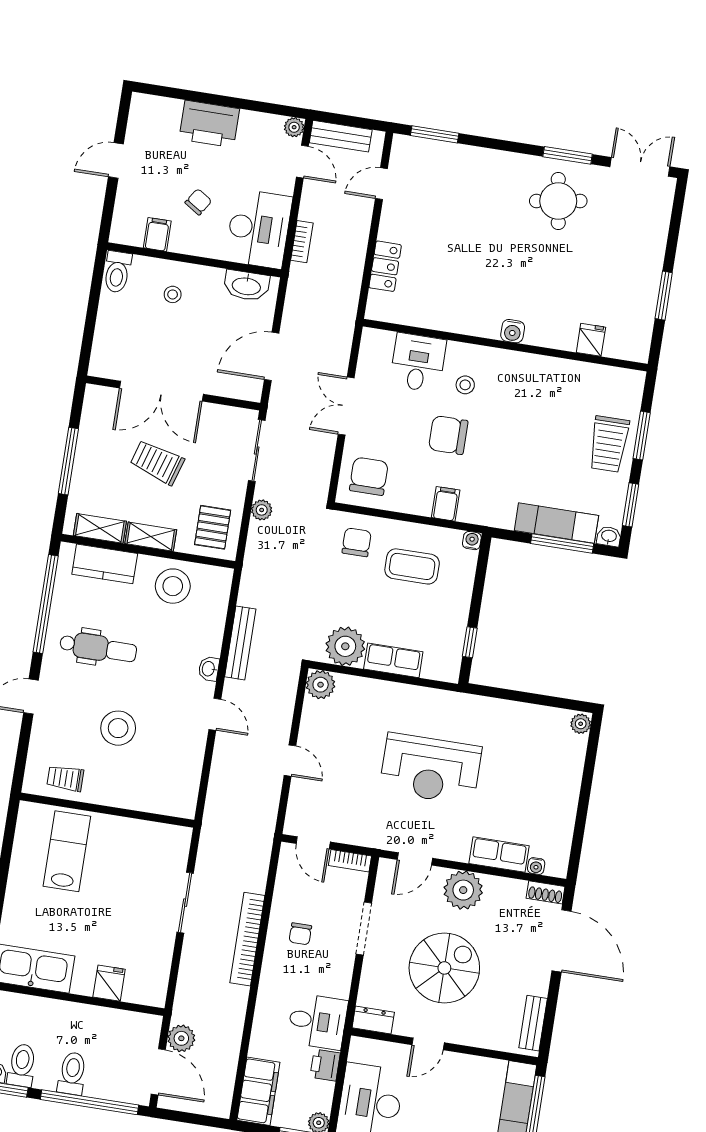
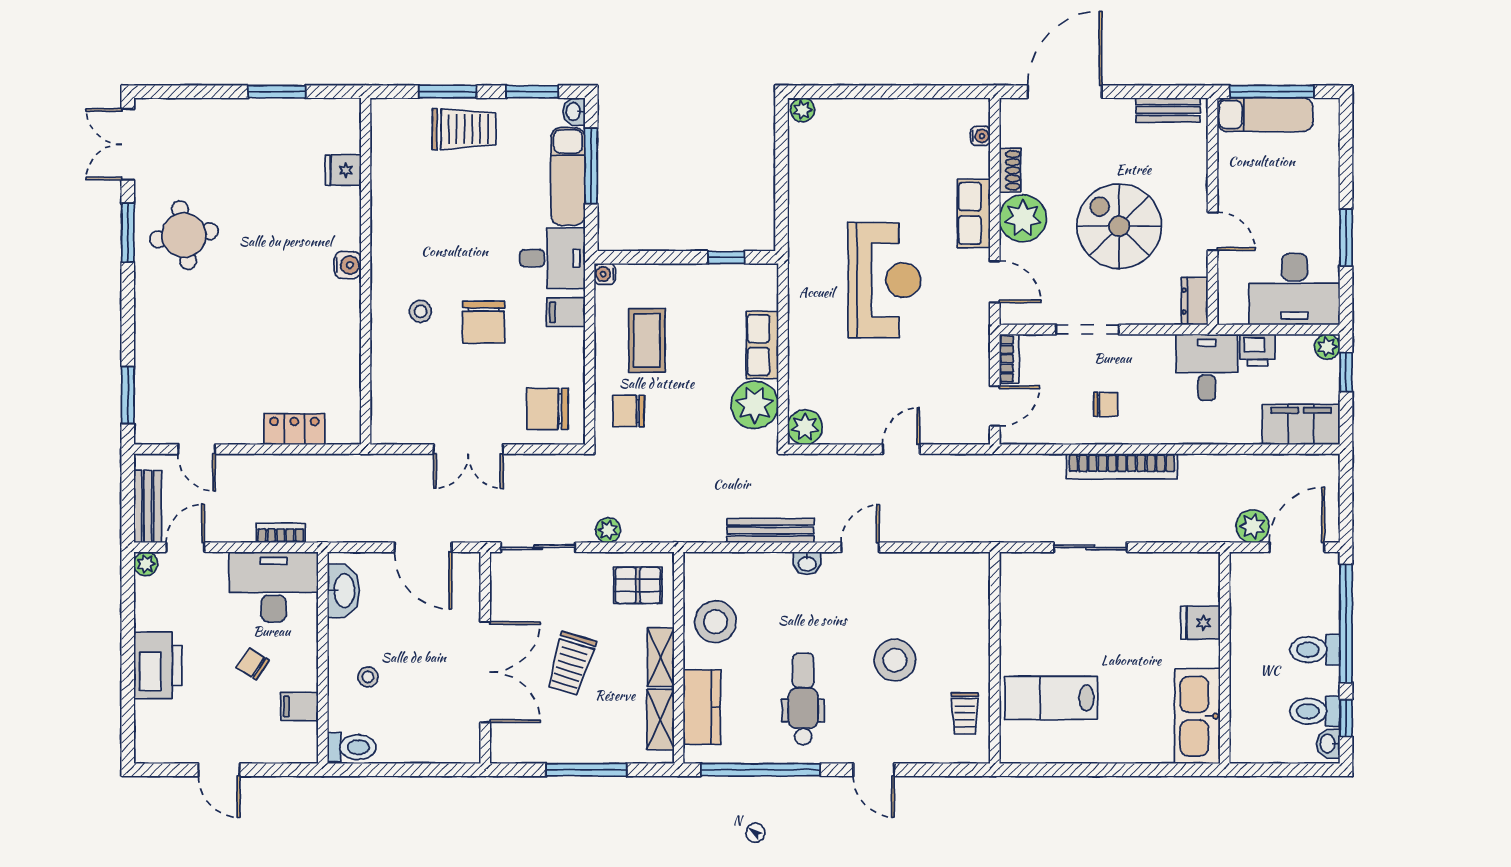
desk: (418, 363) -> (552, 258), moved, turned 180
row of seats: (499, 855) -> (974, 213), moved
shoe rack: (546, 892) -> (1010, 170), moved

